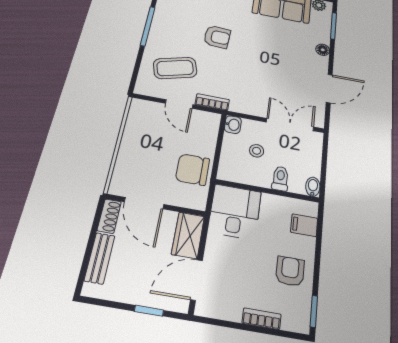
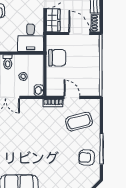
armchair: (217, 37) -> (87, 158), moved

